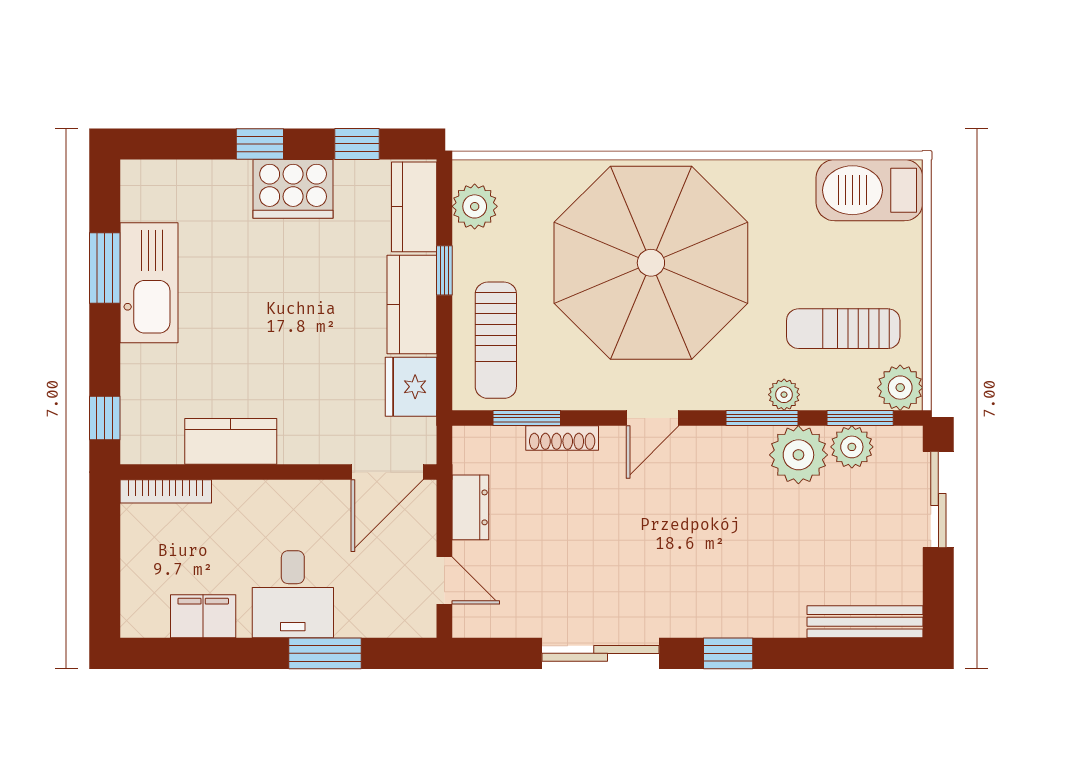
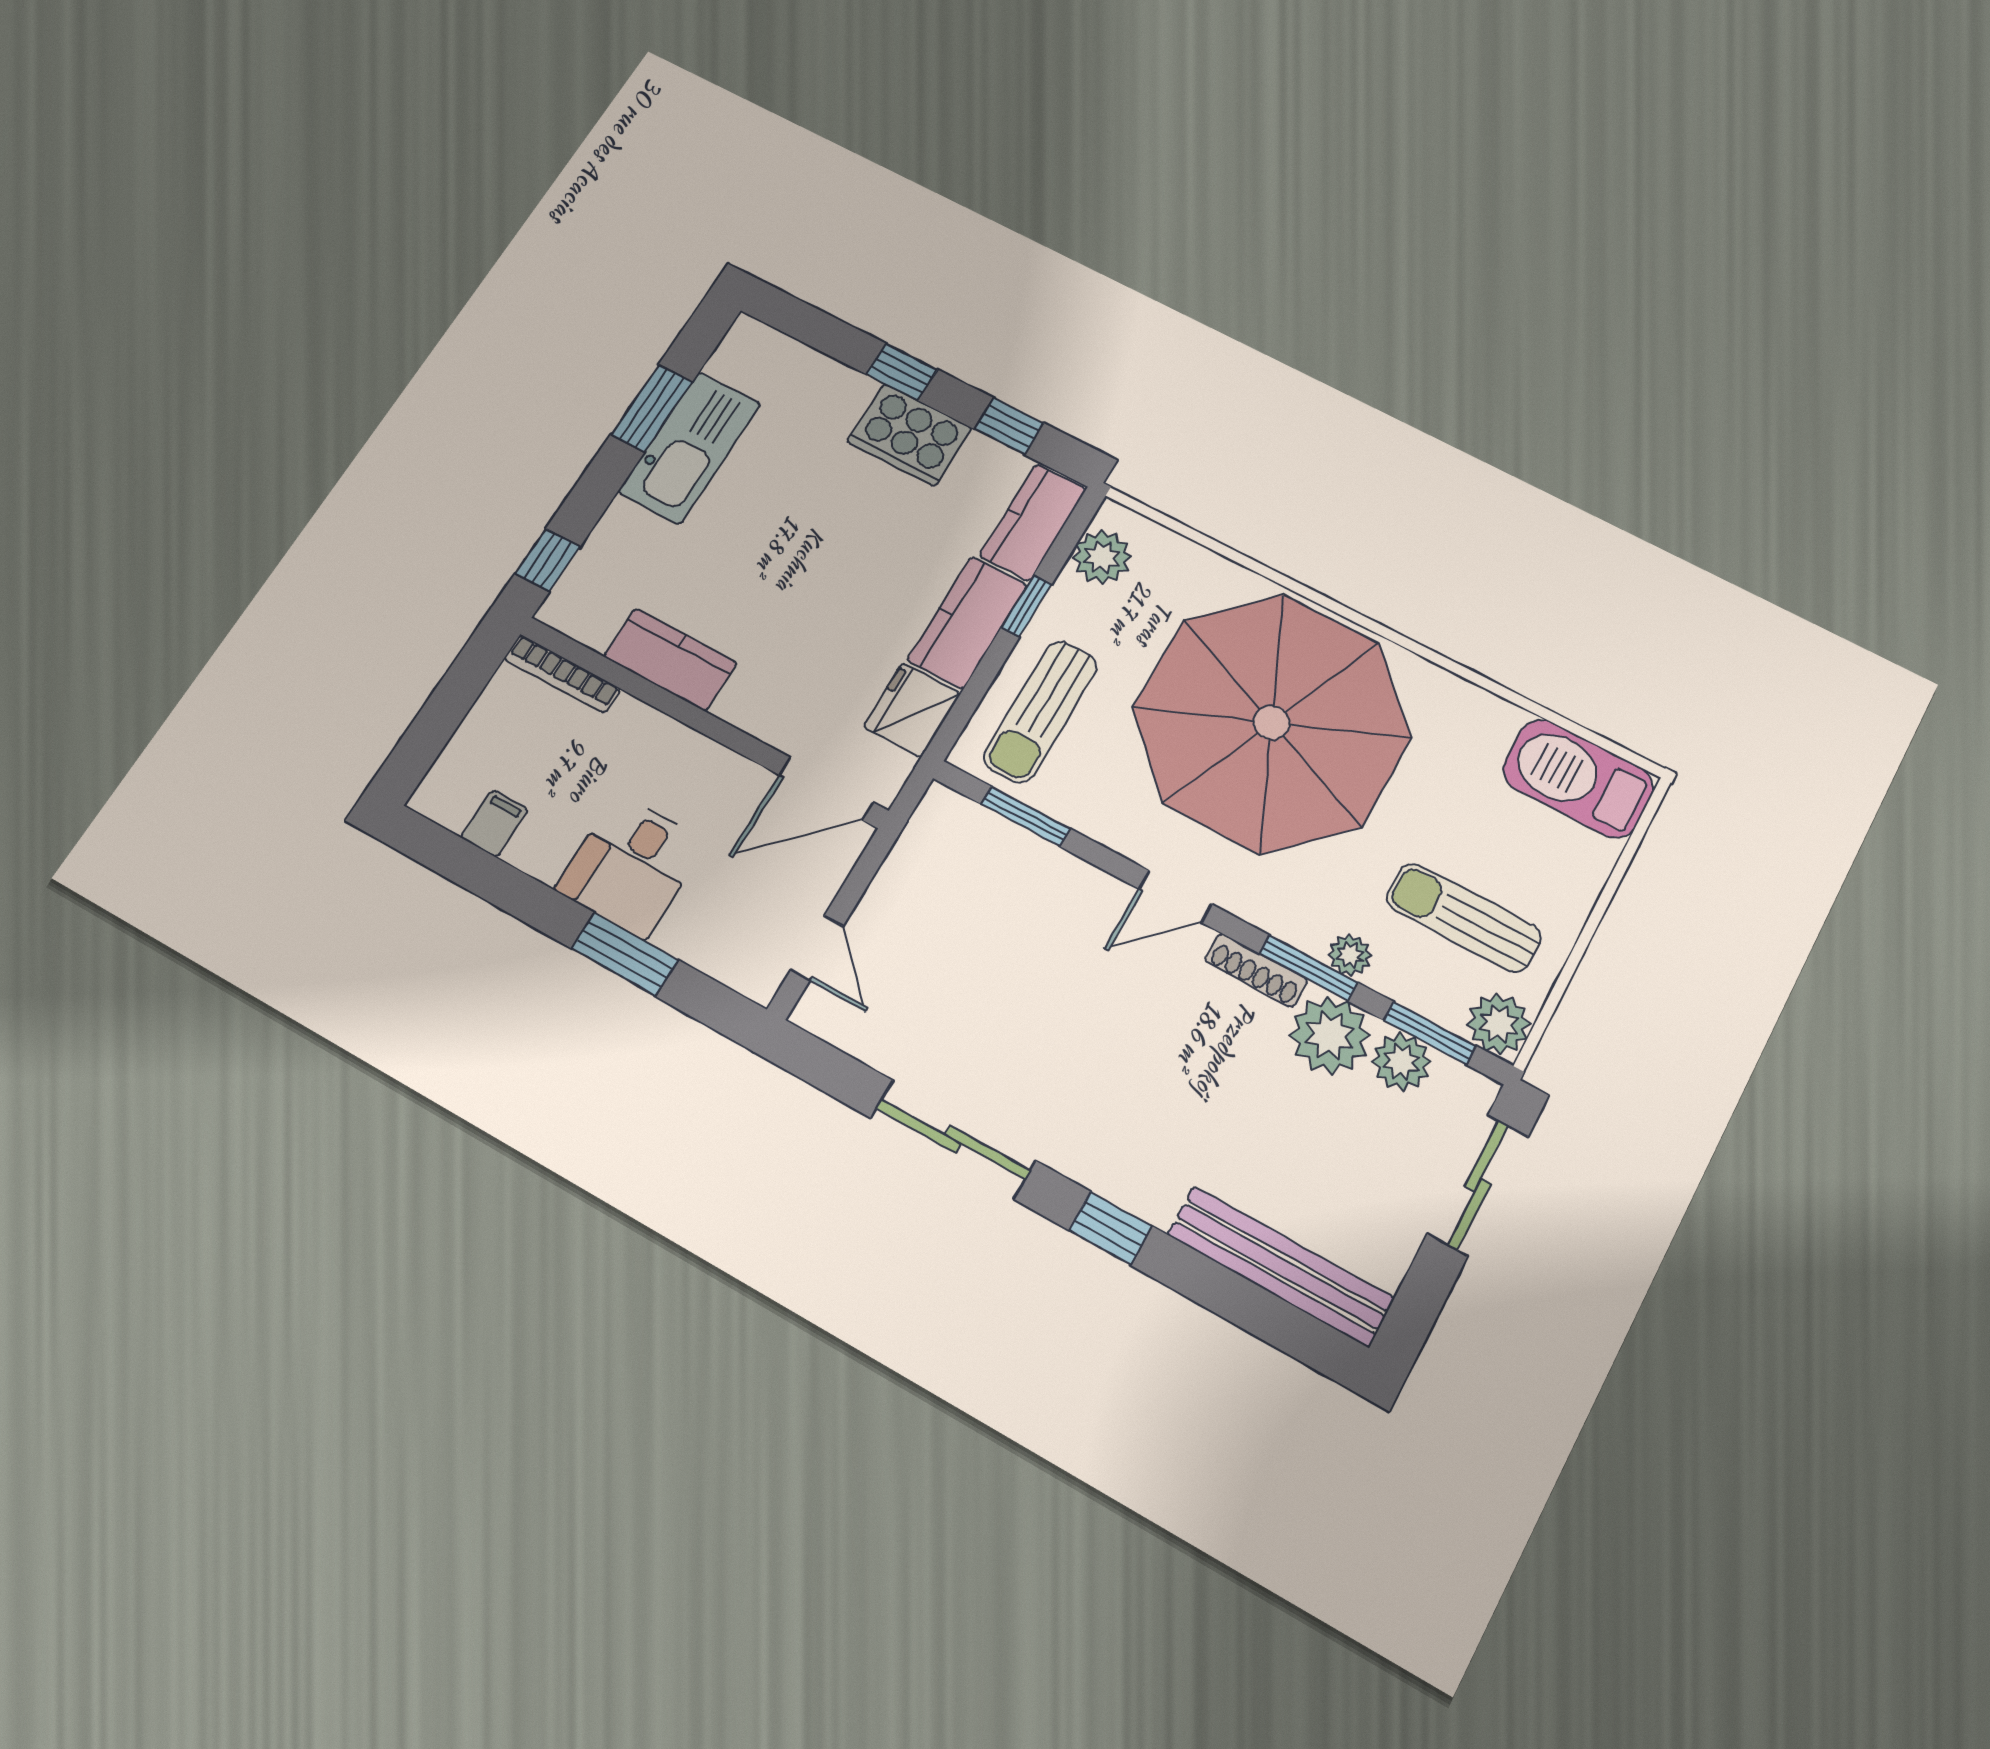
shoe rack: (562, 438) -> (1256, 970), moved
dresser: (470, 507) -> (899, 881), removed
filing cabinet: (203, 616) -> (494, 823), width x0.50
bench: (865, 622) -> (1280, 1266), width x1.37, depth x1.21

